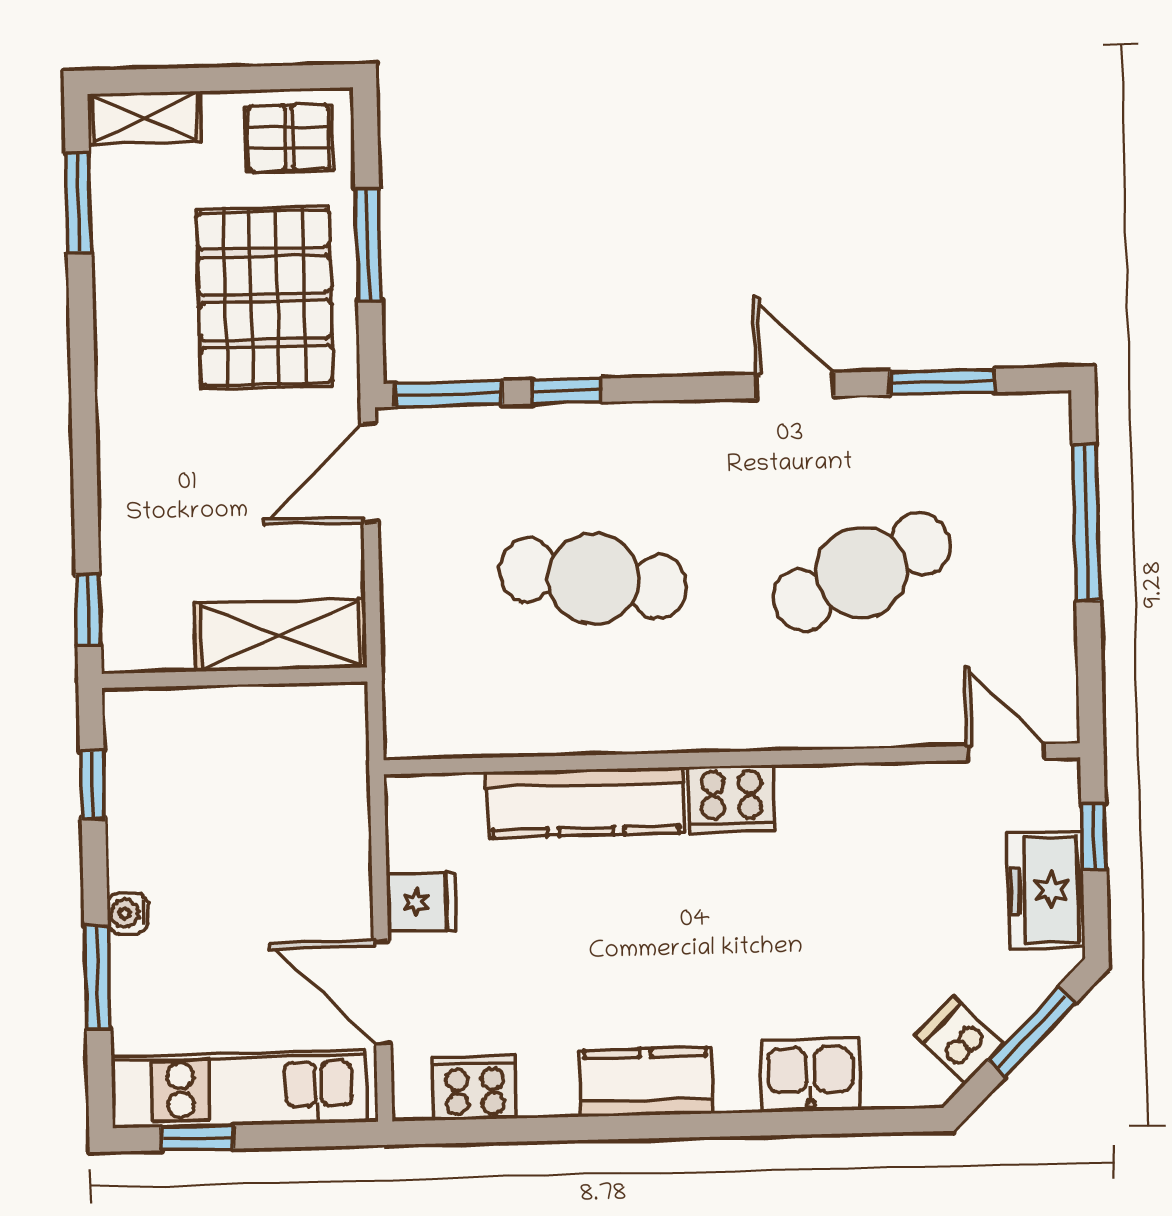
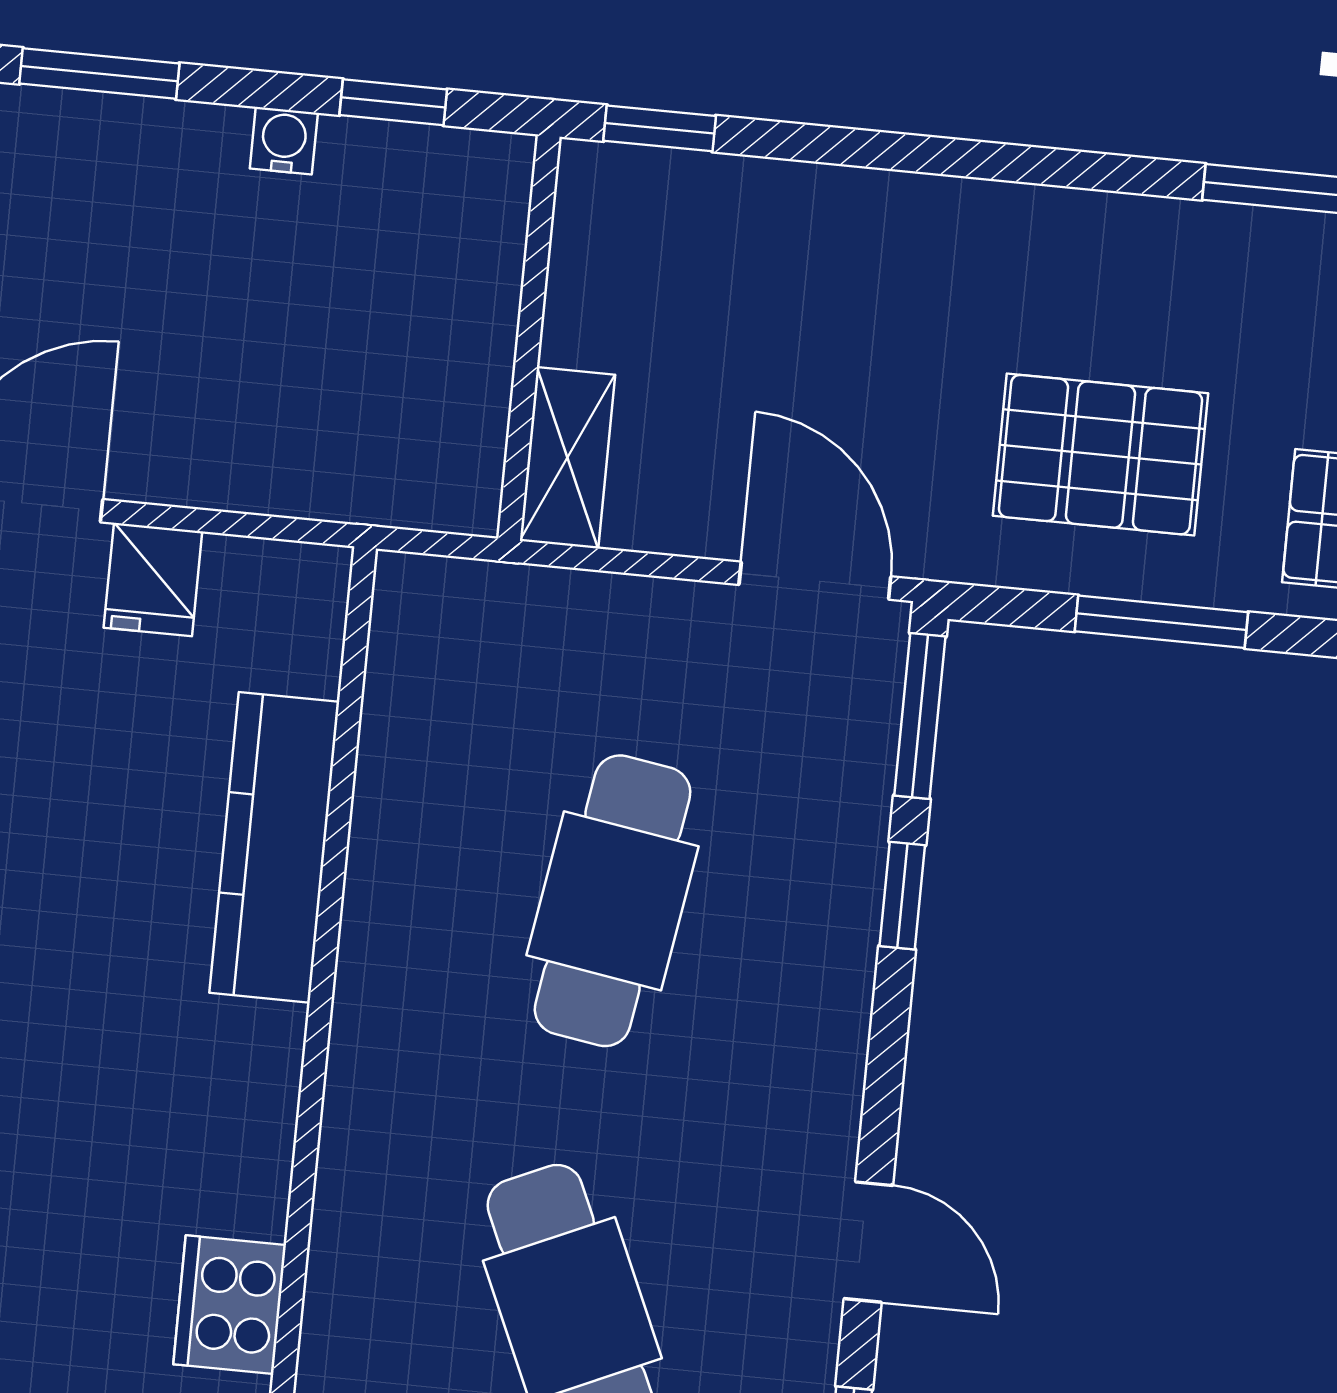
pallet: (265, 298) -> (1100, 455), width x0.73, depth x0.71
door: (794, 385) -> (868, 1242), hinge flipped
shelving: (281, 635) -> (567, 458), width x0.67, depth x0.75
cooker: (731, 799) -> (230, 1305), moved
water cooler: (128, 913) -> (284, 141), moved

